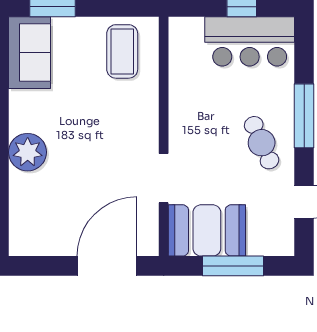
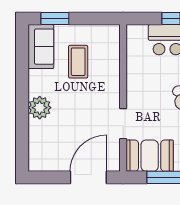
coffee table: (122, 51) -> (78, 62), moved

